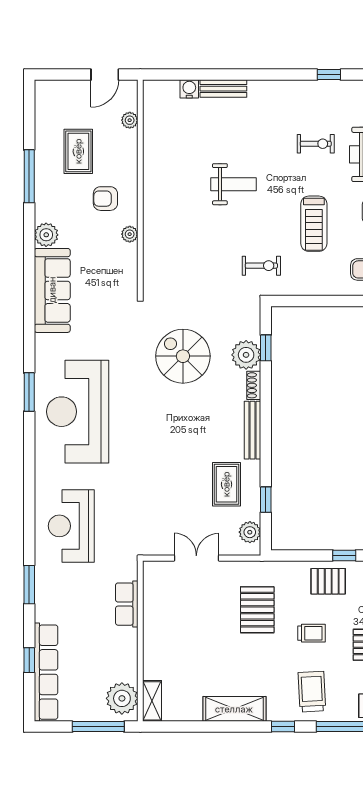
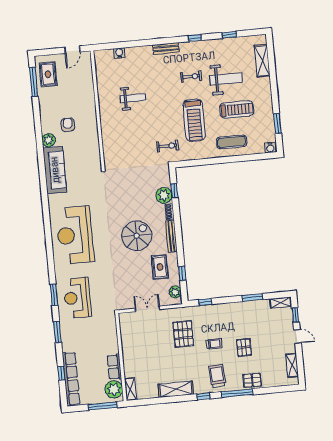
bench: (223, 89) -> (166, 48), moved
plant: (130, 120) -> (88, 73), removed
rug: (78, 151) -> (48, 74), moved
window: (29, 176) -> (34, 82), moved
weight bench: (233, 184) -> (133, 98), moved
armchair: (105, 199) -> (68, 125), moved, turned 90
treadmill: (314, 224) -> (194, 120), width x1.37, depth x1.38
plant: (130, 234) -> (94, 135), removed
spiral stairs: (183, 356) -> (137, 236), moved, turned 90
window: (29, 392) -> (54, 295), moved
window: (344, 555) -> (205, 302), moved
pallet: (328, 581) -> (220, 315), removed
row of seats: (127, 604) -> (114, 367), moved

